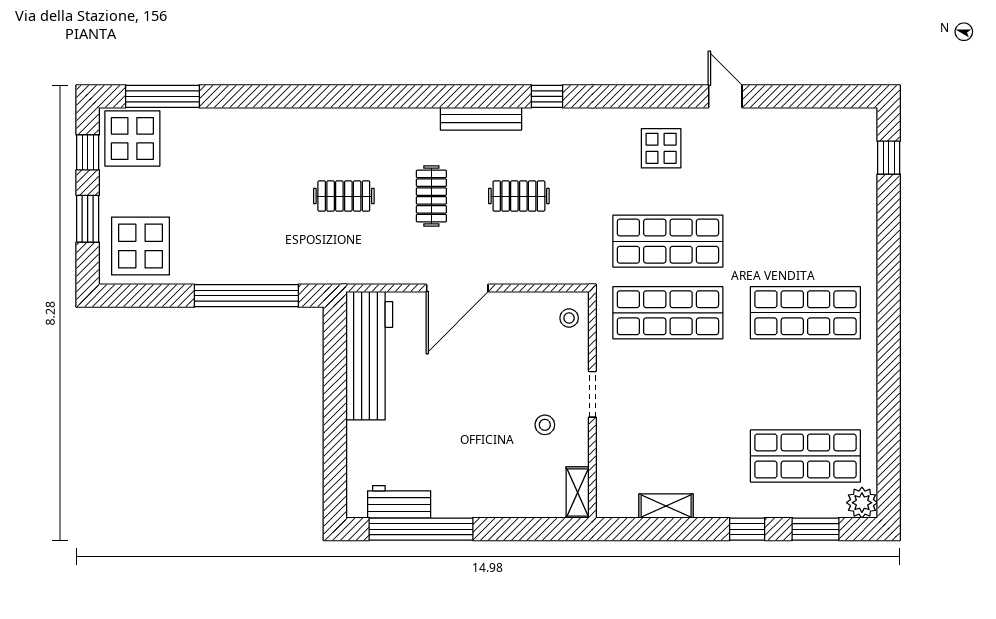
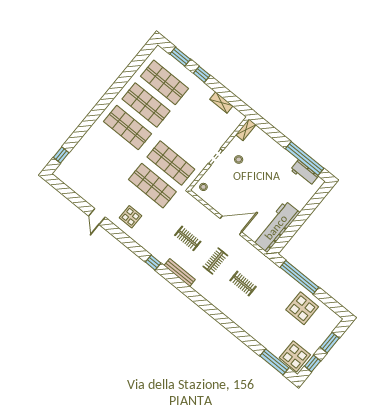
display table: (140, 246) -> (302, 308), moved
shop shelf: (805, 384) -> (146, 105), added
plant: (862, 503) -> (159, 53), removed

